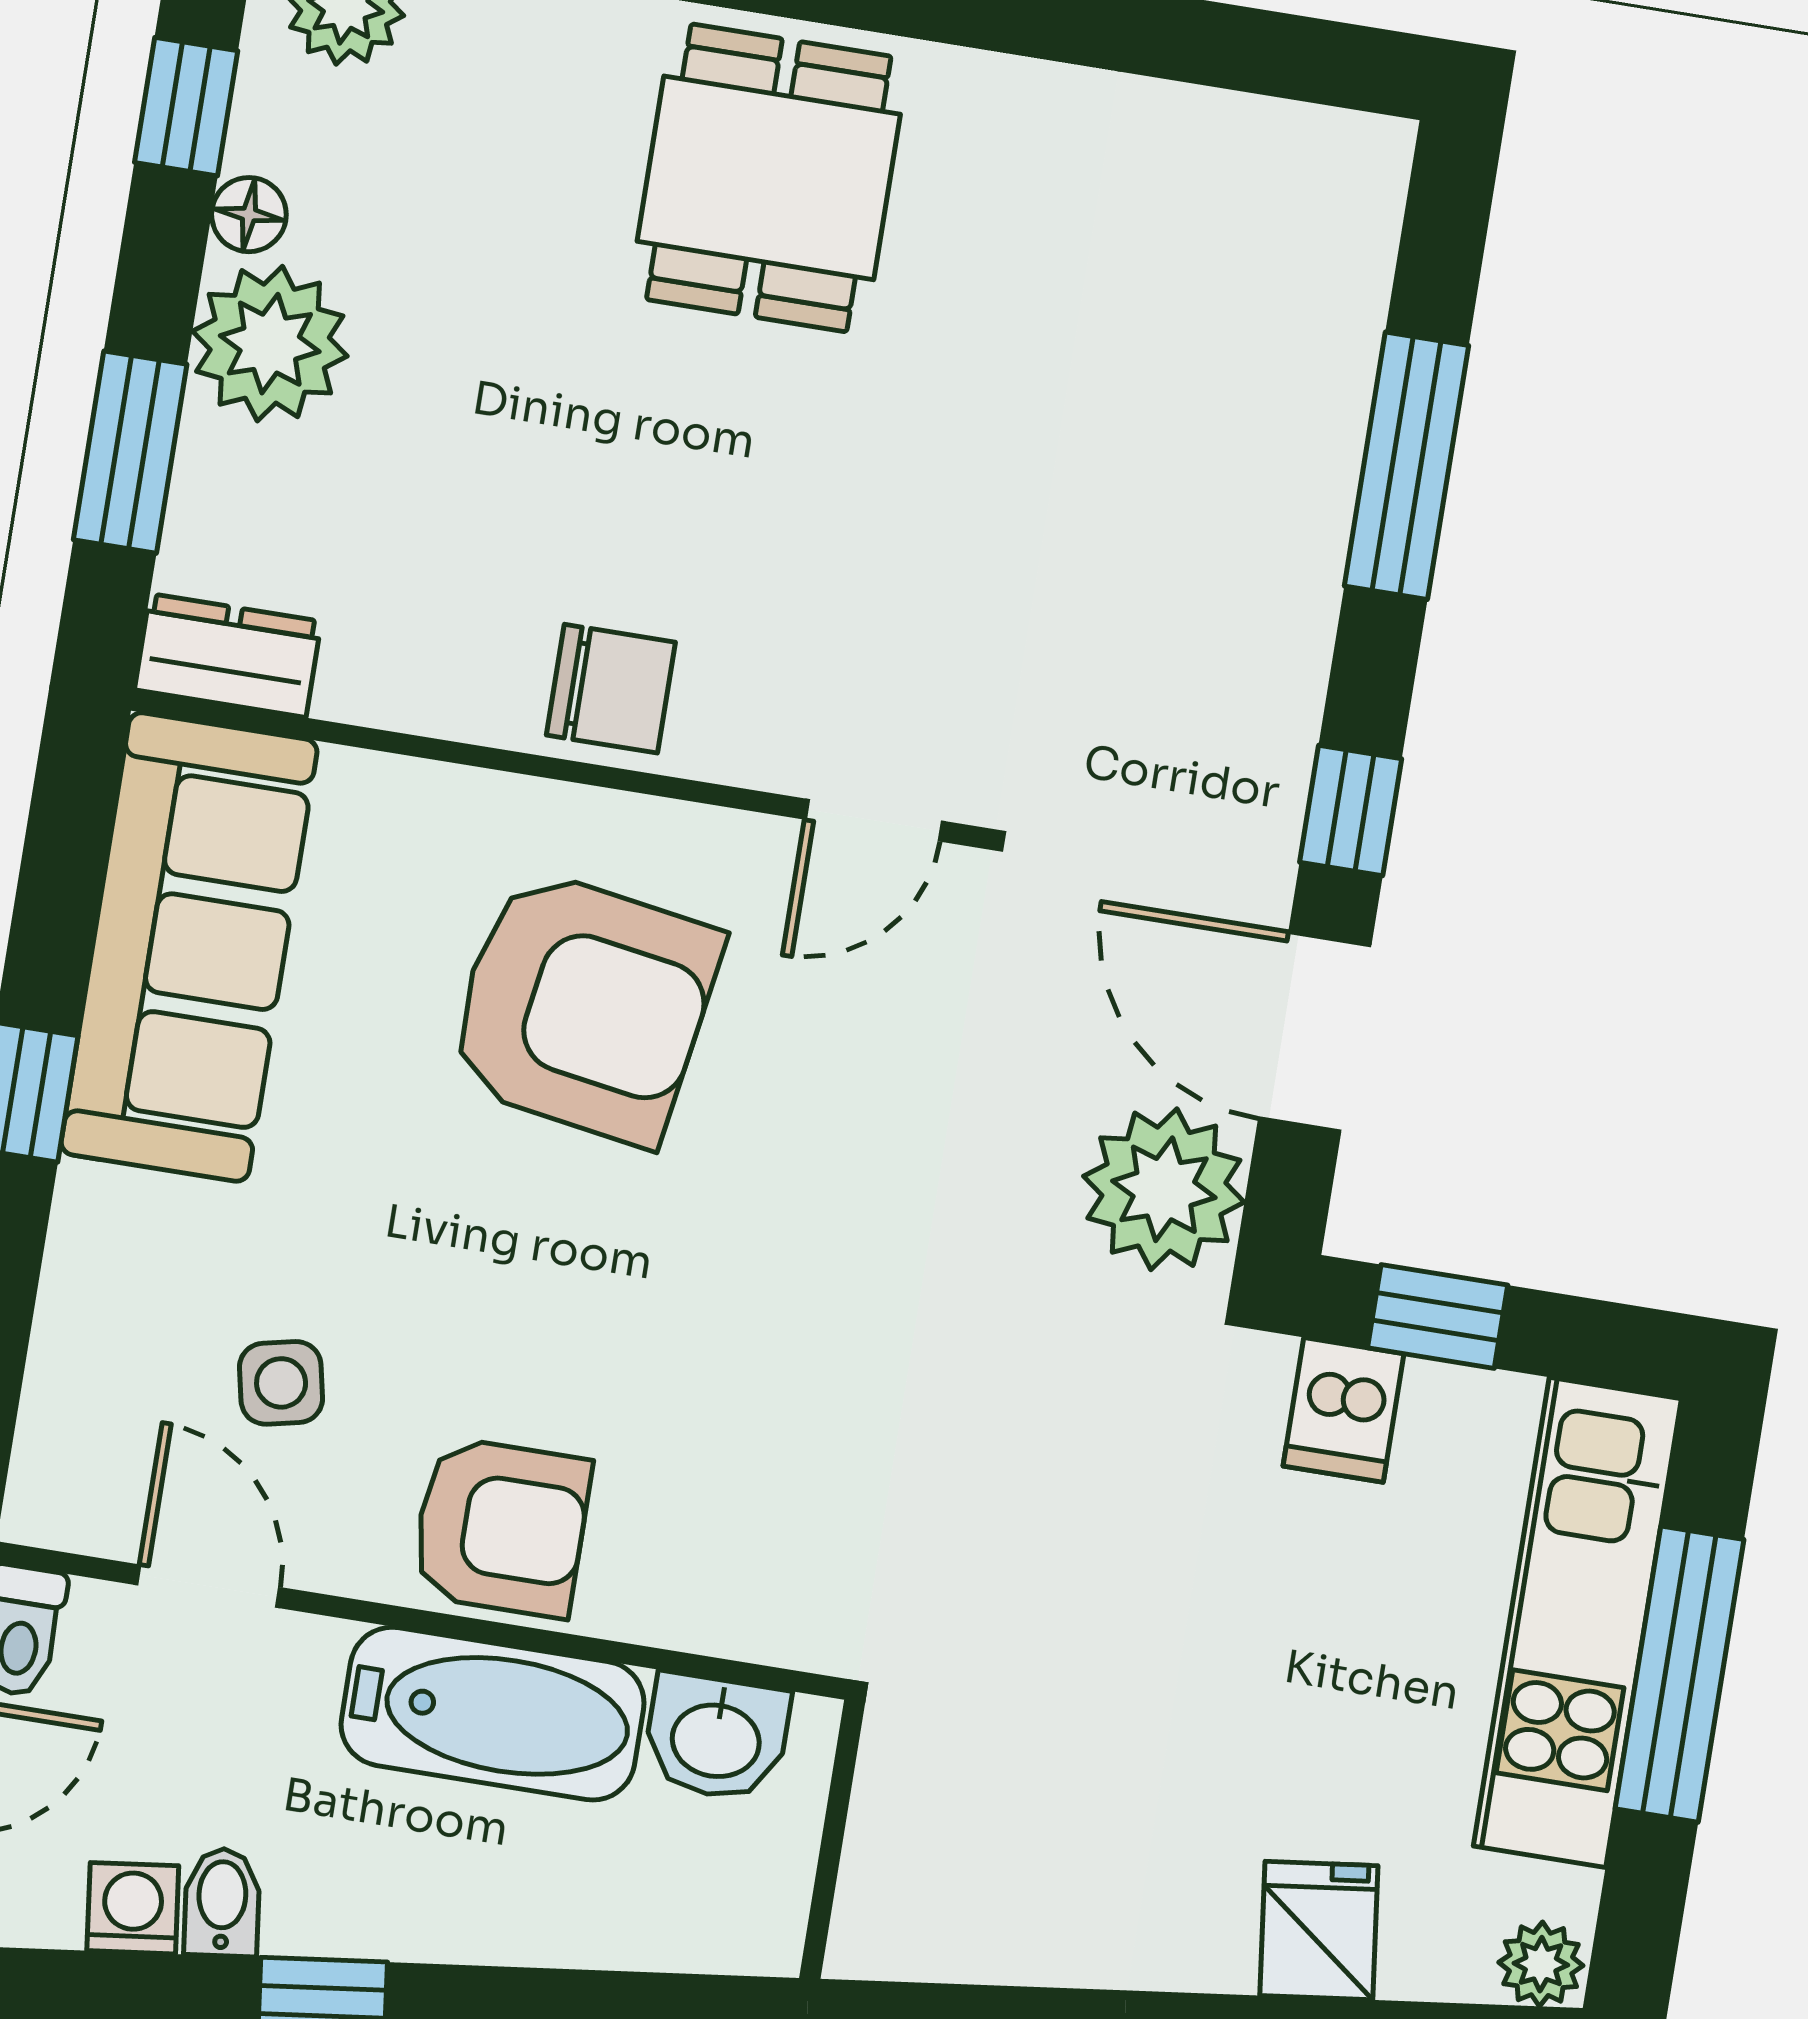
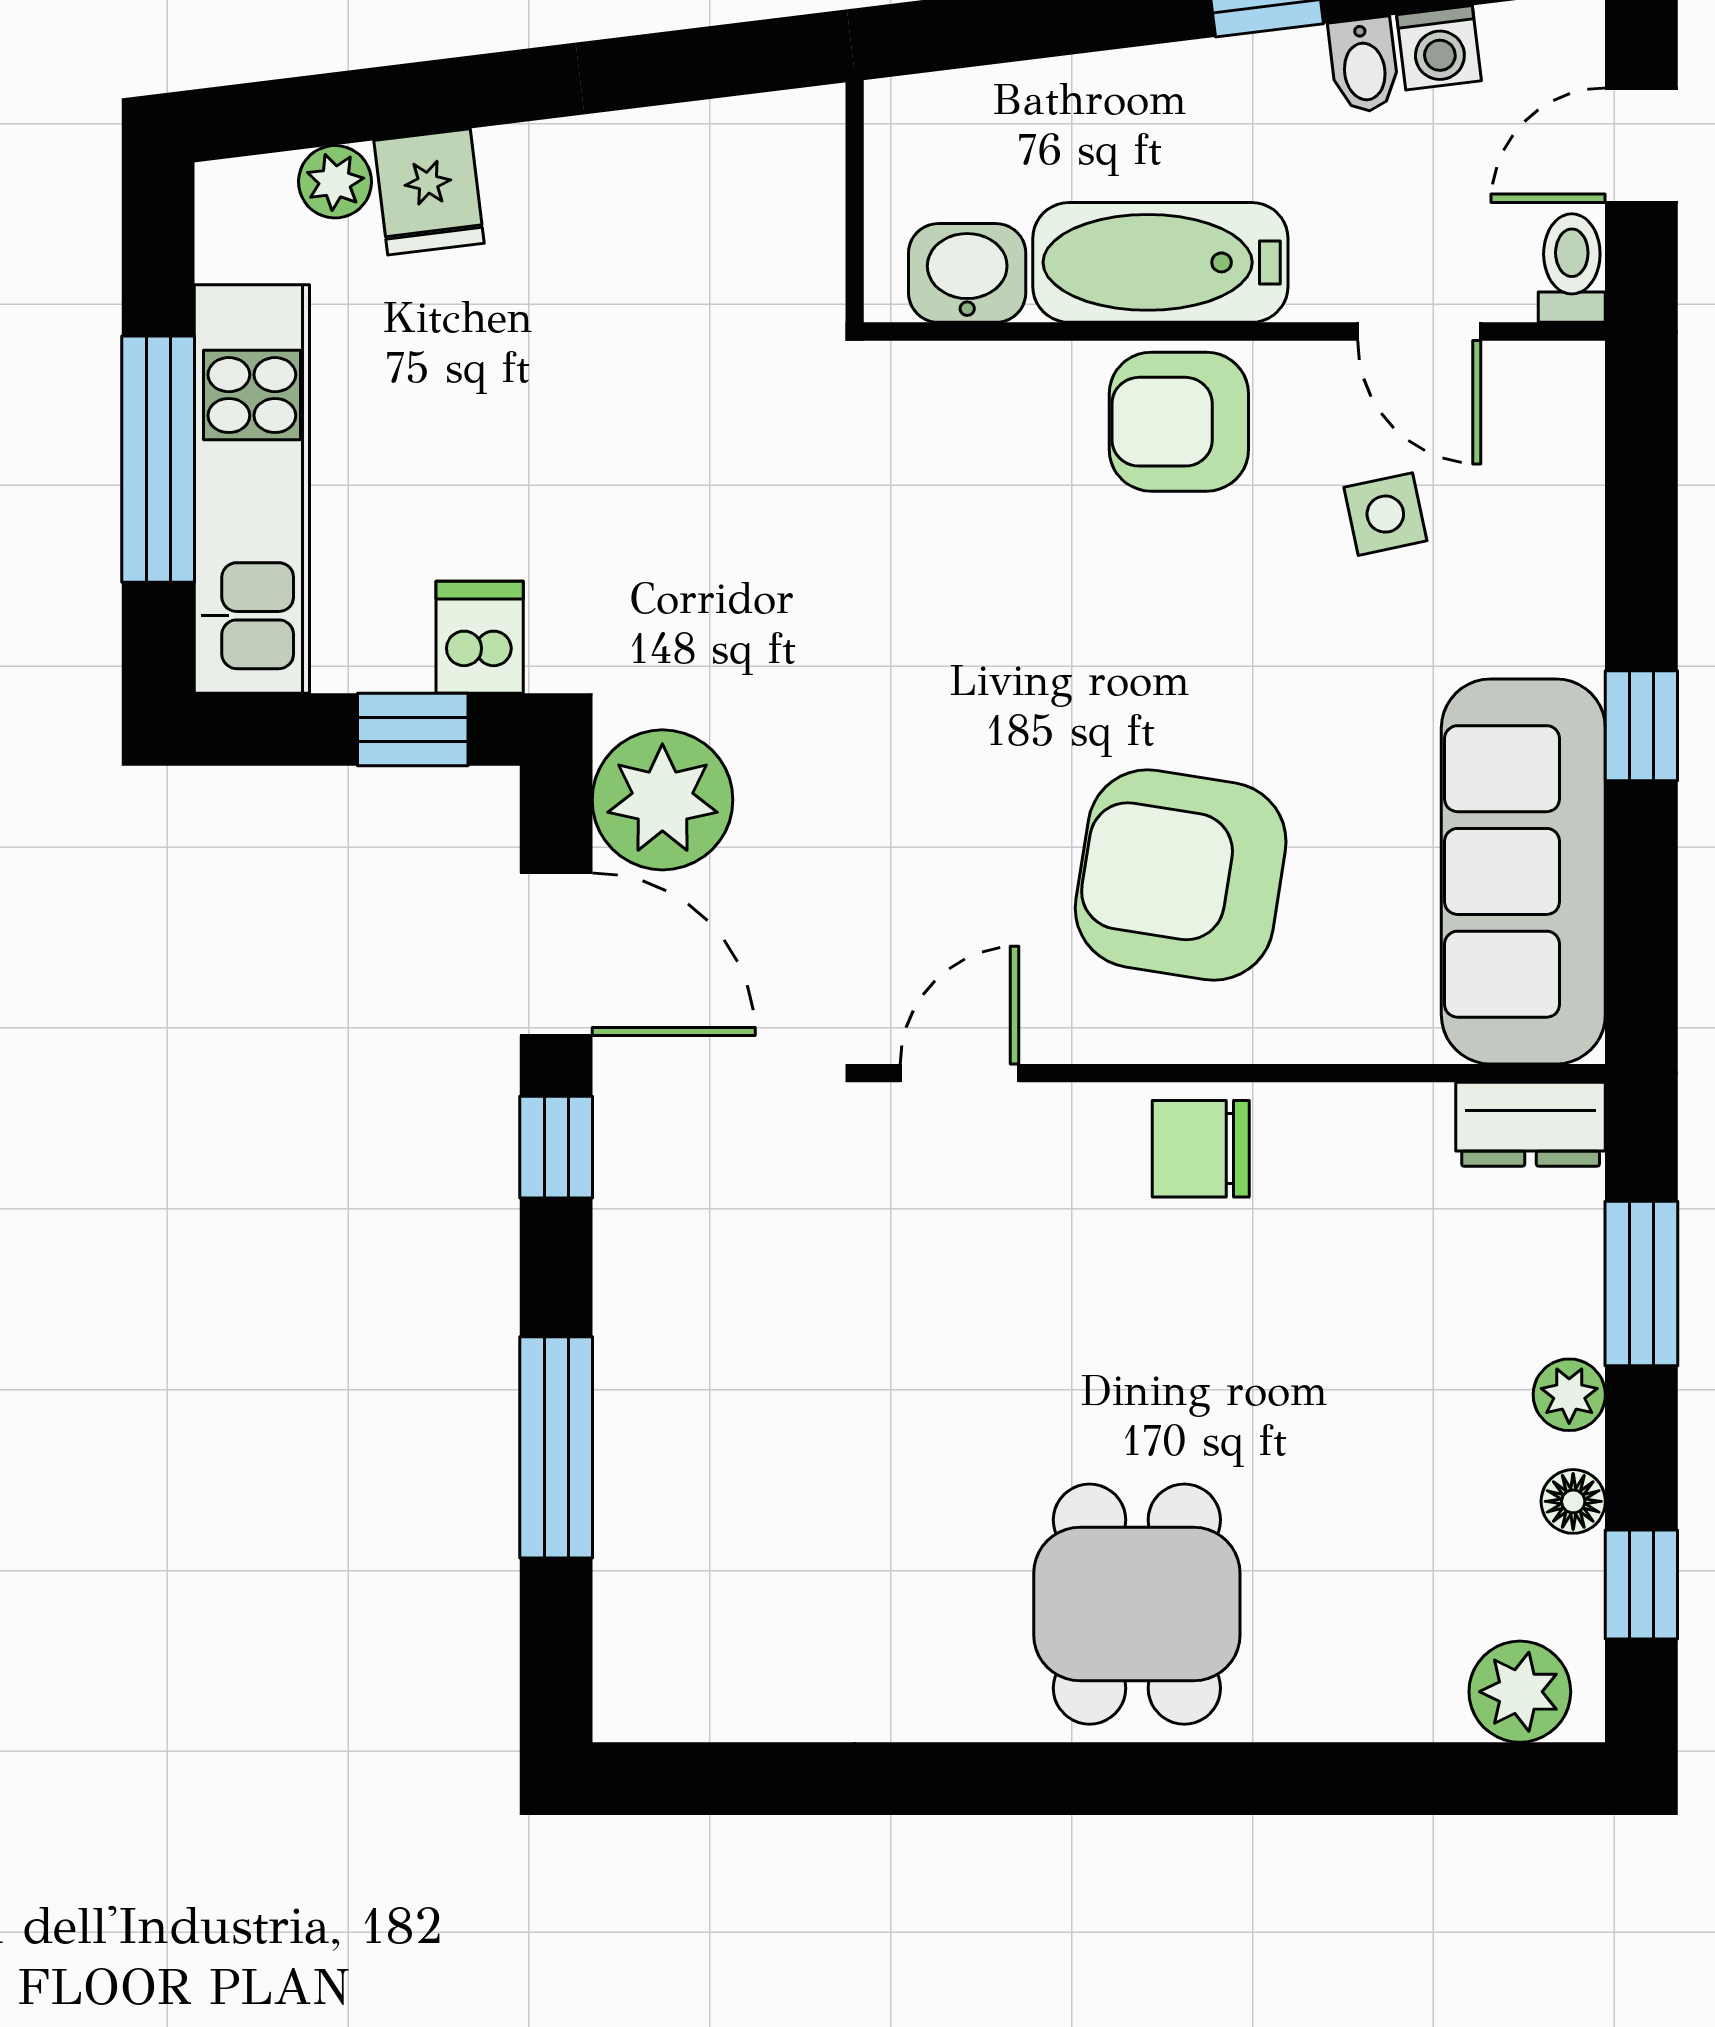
plant: (270, 344) -> (1569, 1395), width x0.53, depth x0.53
plant: (1541, 1964) -> (335, 182), moved

